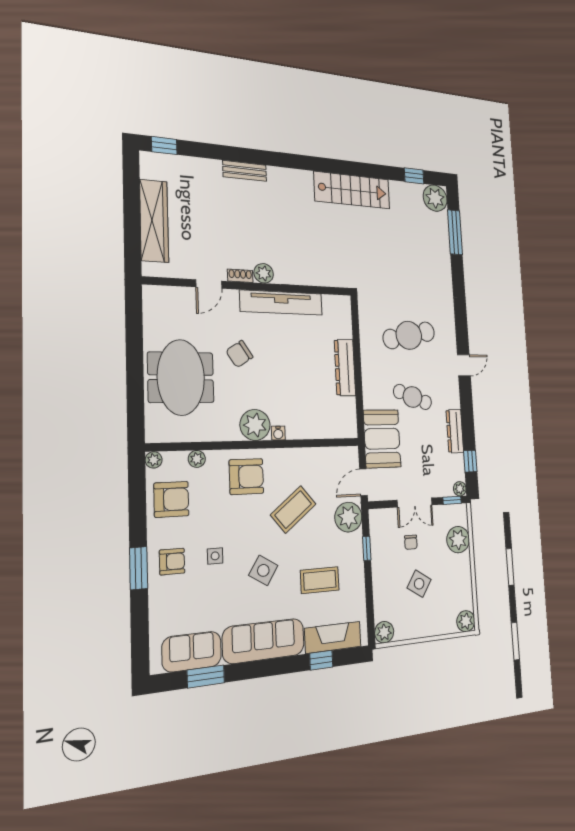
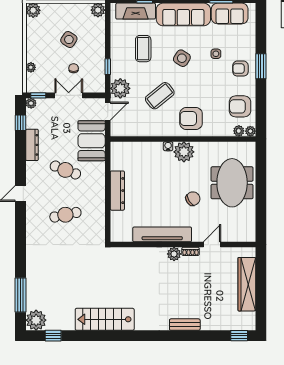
cafe table: (409, 335) -> (65, 215), width x0.73, depth x0.74
plant: (197, 459) -> (239, 131), moved
plant: (458, 540) -> (31, 67), width x0.53, depth x0.53
side table: (215, 556) -> (216, 54), moved
coffee table: (320, 580) -> (143, 49), turned 90

